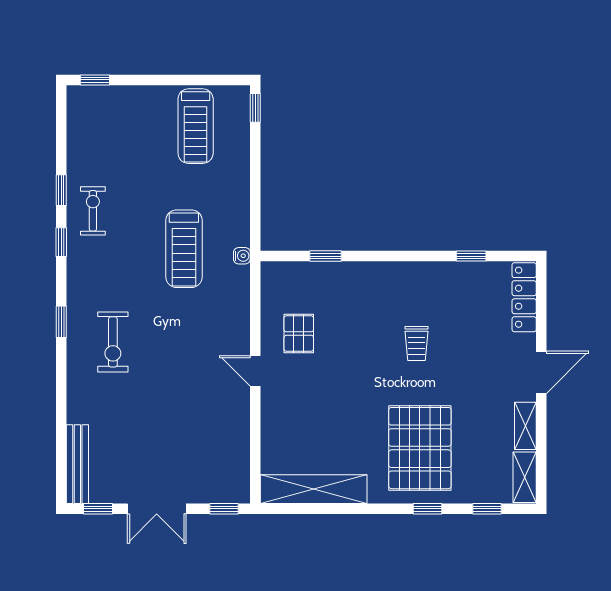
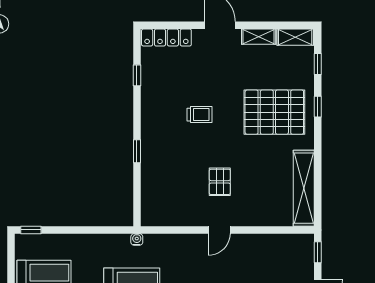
window: (325, 256) -> (137, 151), moved
pallet: (299, 334) -> (220, 182), moved, turned 90

